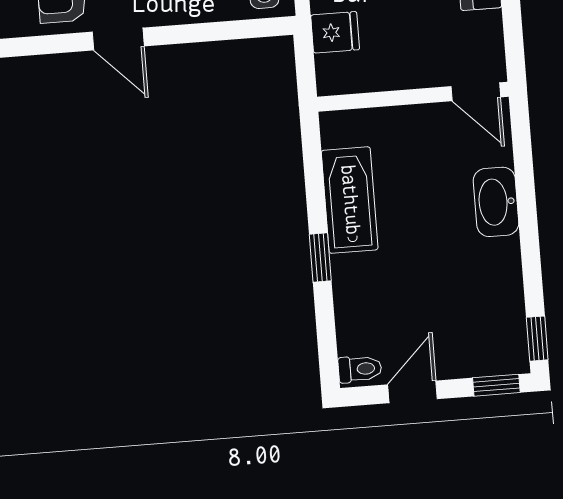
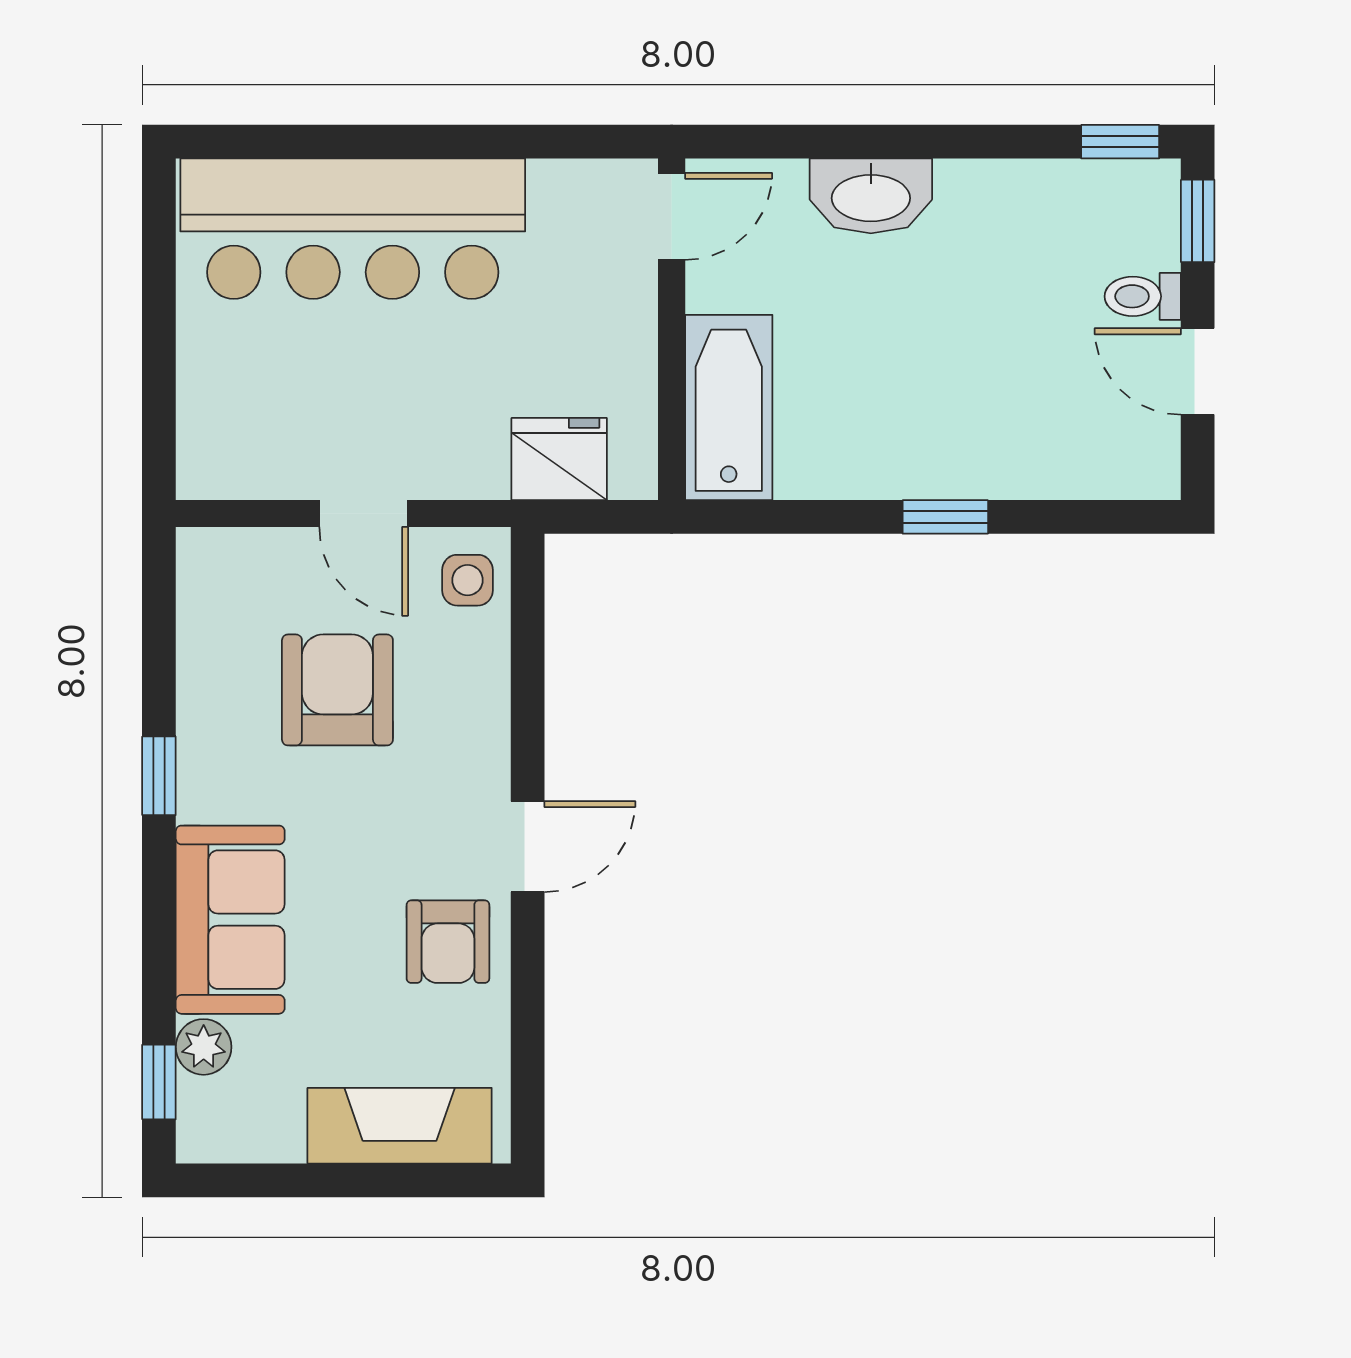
fridge: (335, 32) -> (559, 459), width x1.38
bathtub: (350, 200) -> (729, 407), moved, turned 90
toilet: (360, 369) -> (1143, 296), moved, turned -90

